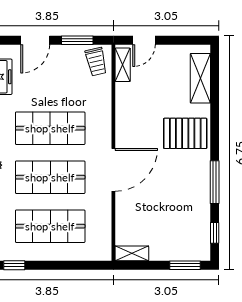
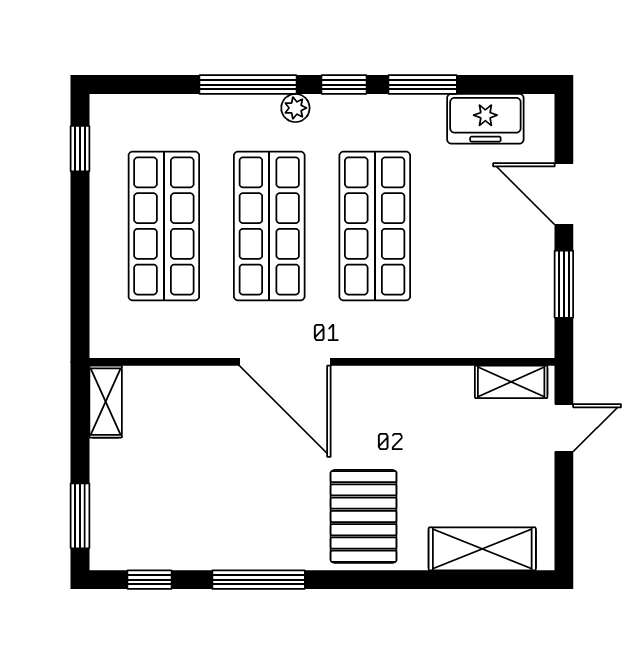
door: (144, 40) -> (564, 428), swing flipped
trolley: (96, 62) -> (518, 325), removed

